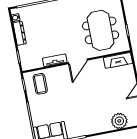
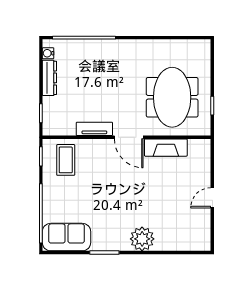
fireplace: (118, 60) -> (166, 148), moved
door: (78, 61) -> (129, 137), hinge flipped
plant: (119, 121) -> (142, 239), moved

